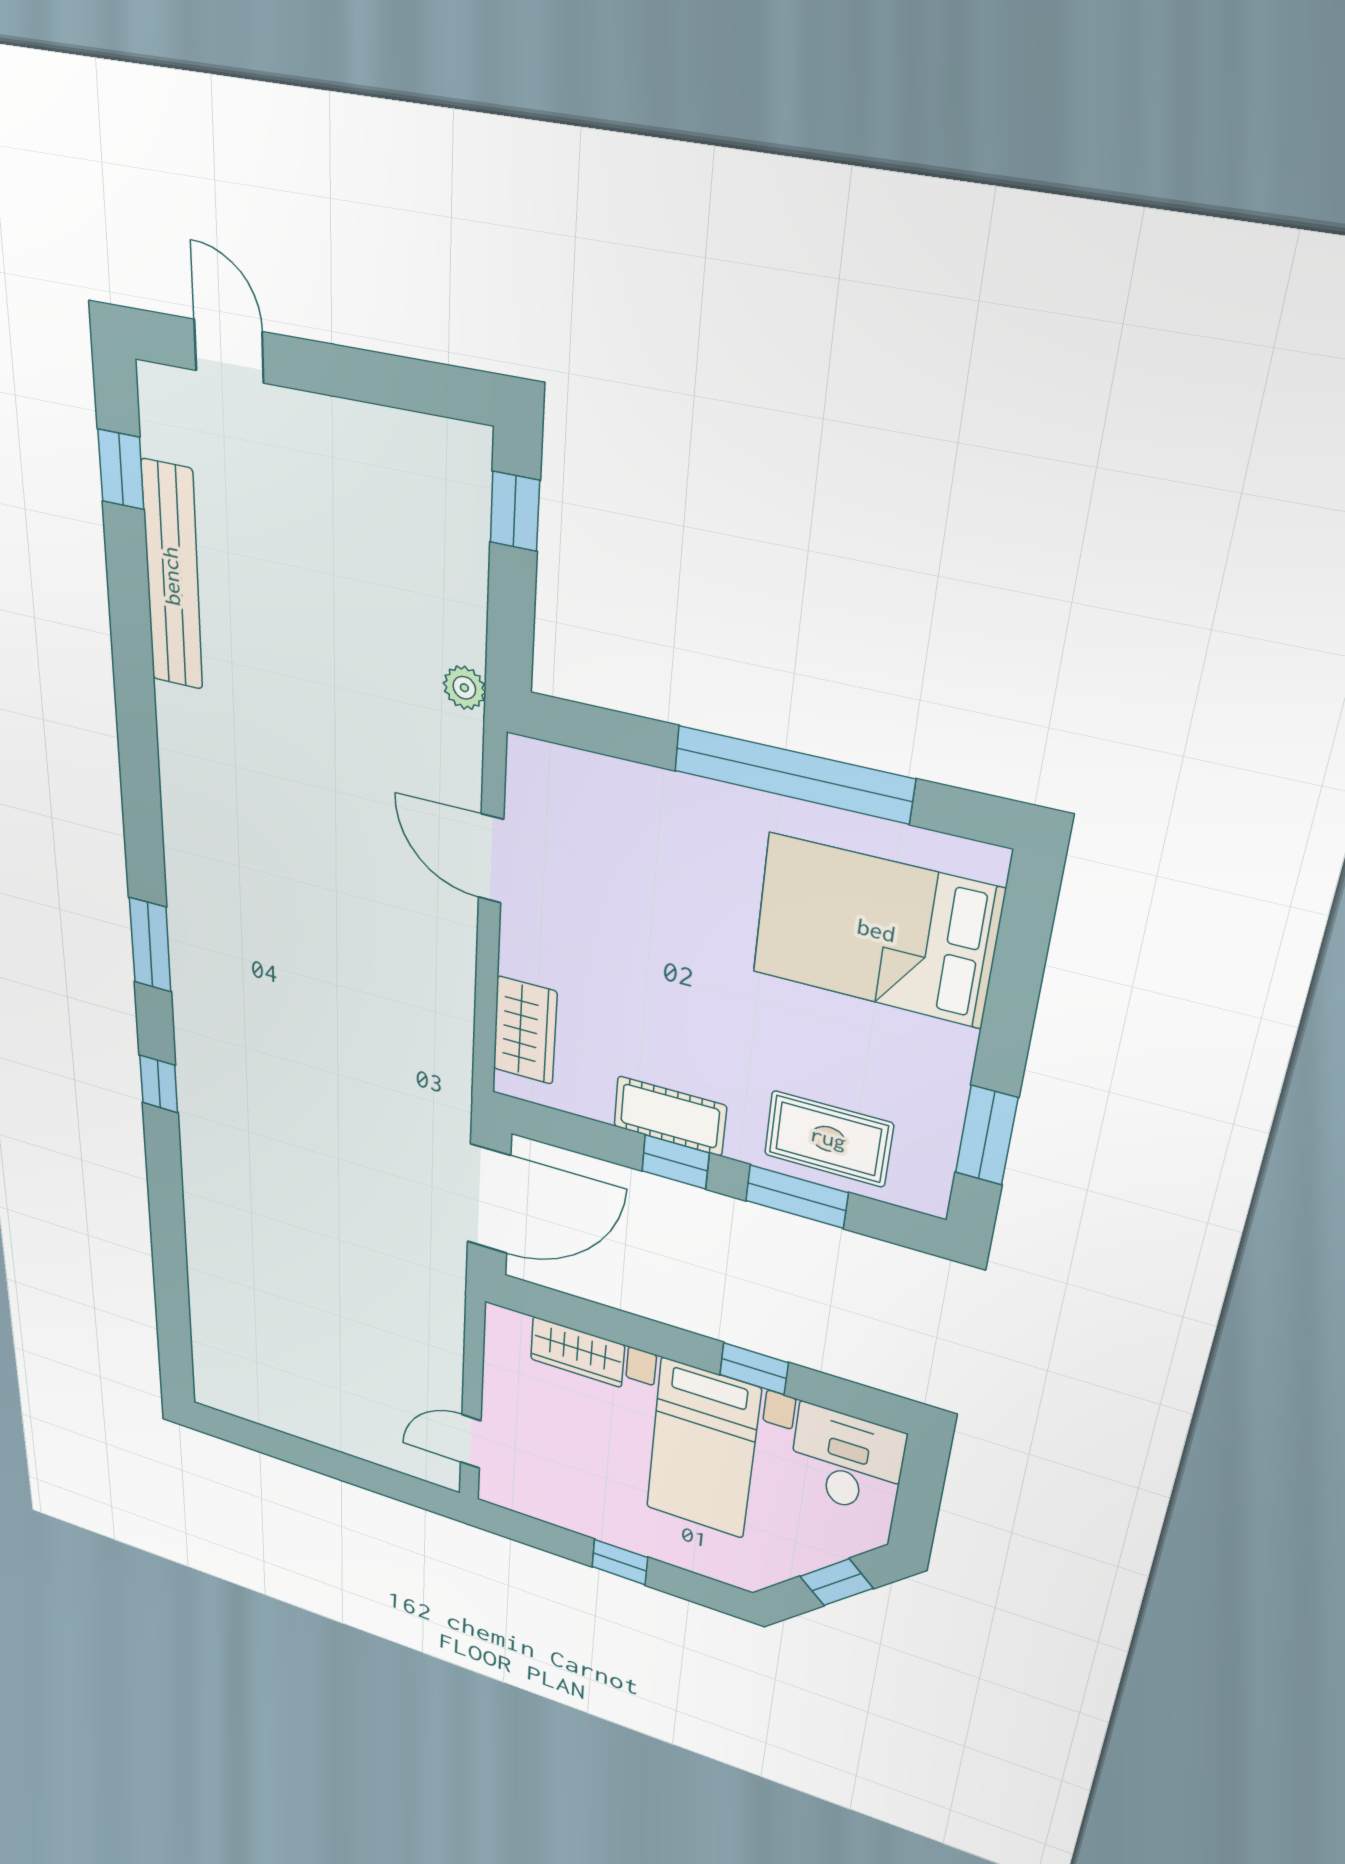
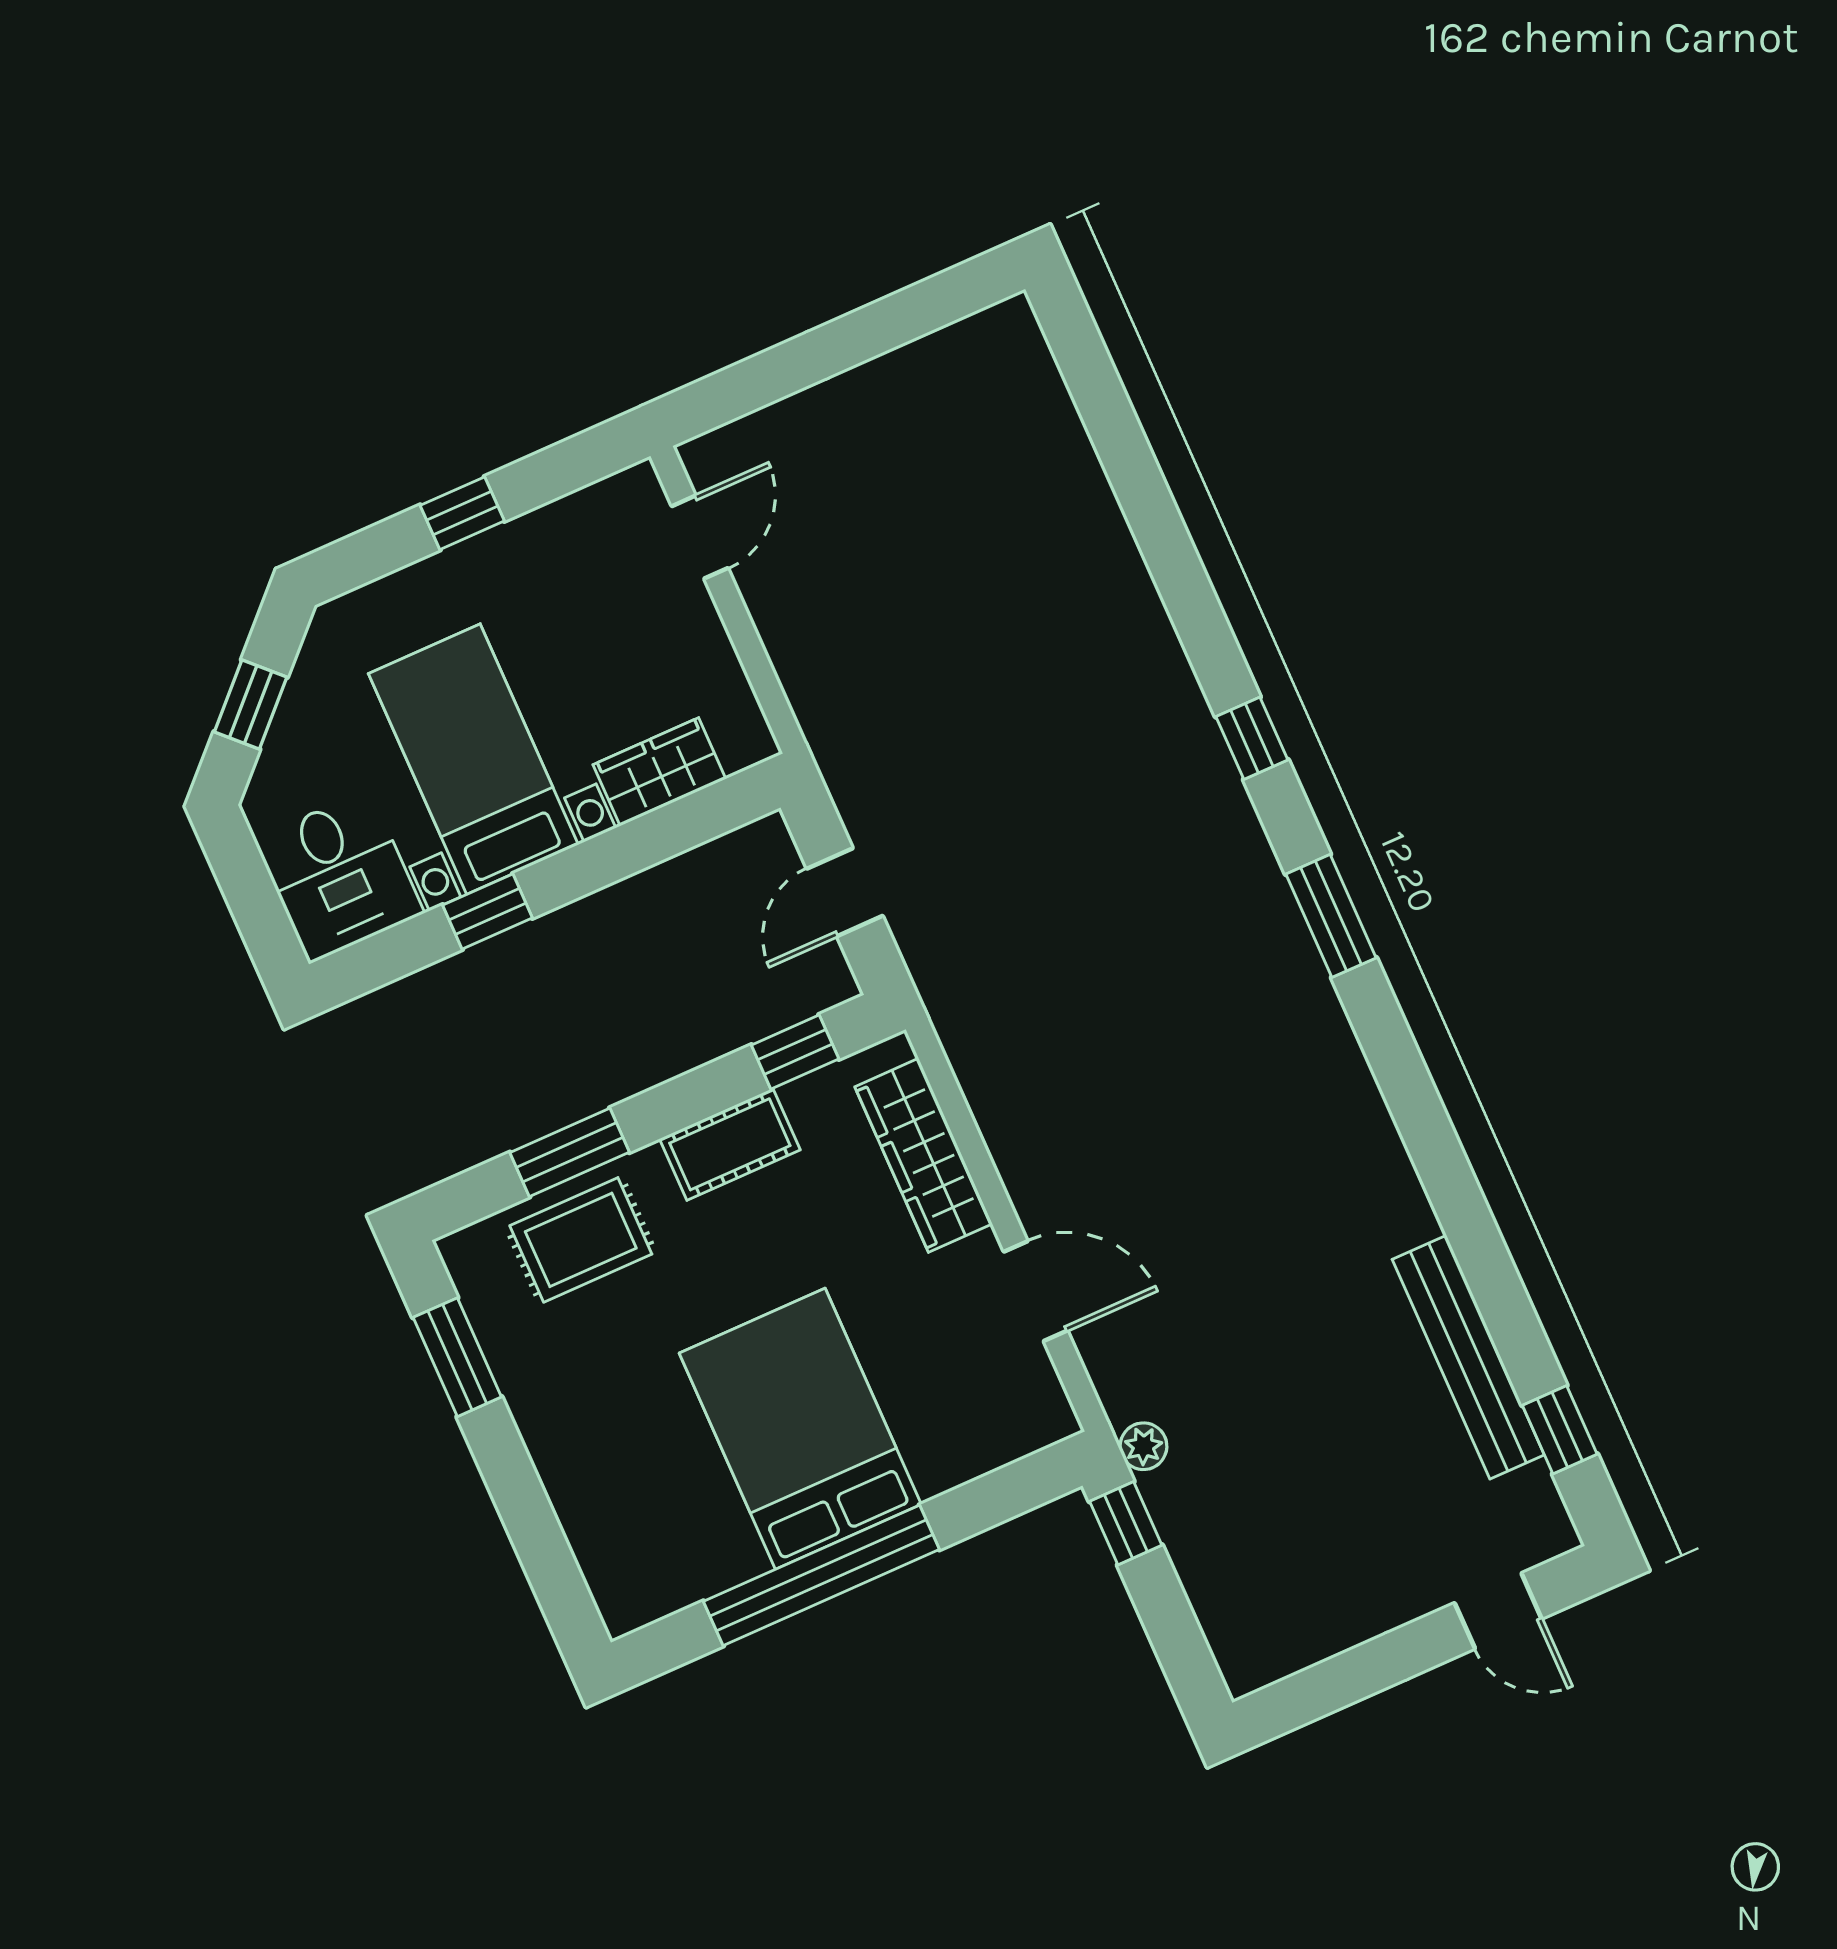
window: (515, 511) -> (1126, 1523), moved
bed: (876, 931) -> (800, 1429), moved, turned -90
wardrobe: (525, 1030) -> (924, 1155), width x1.50
window: (675, 1162) -> (795, 1052), moved
door: (489, 1199) -> (845, 892), width x0.53

